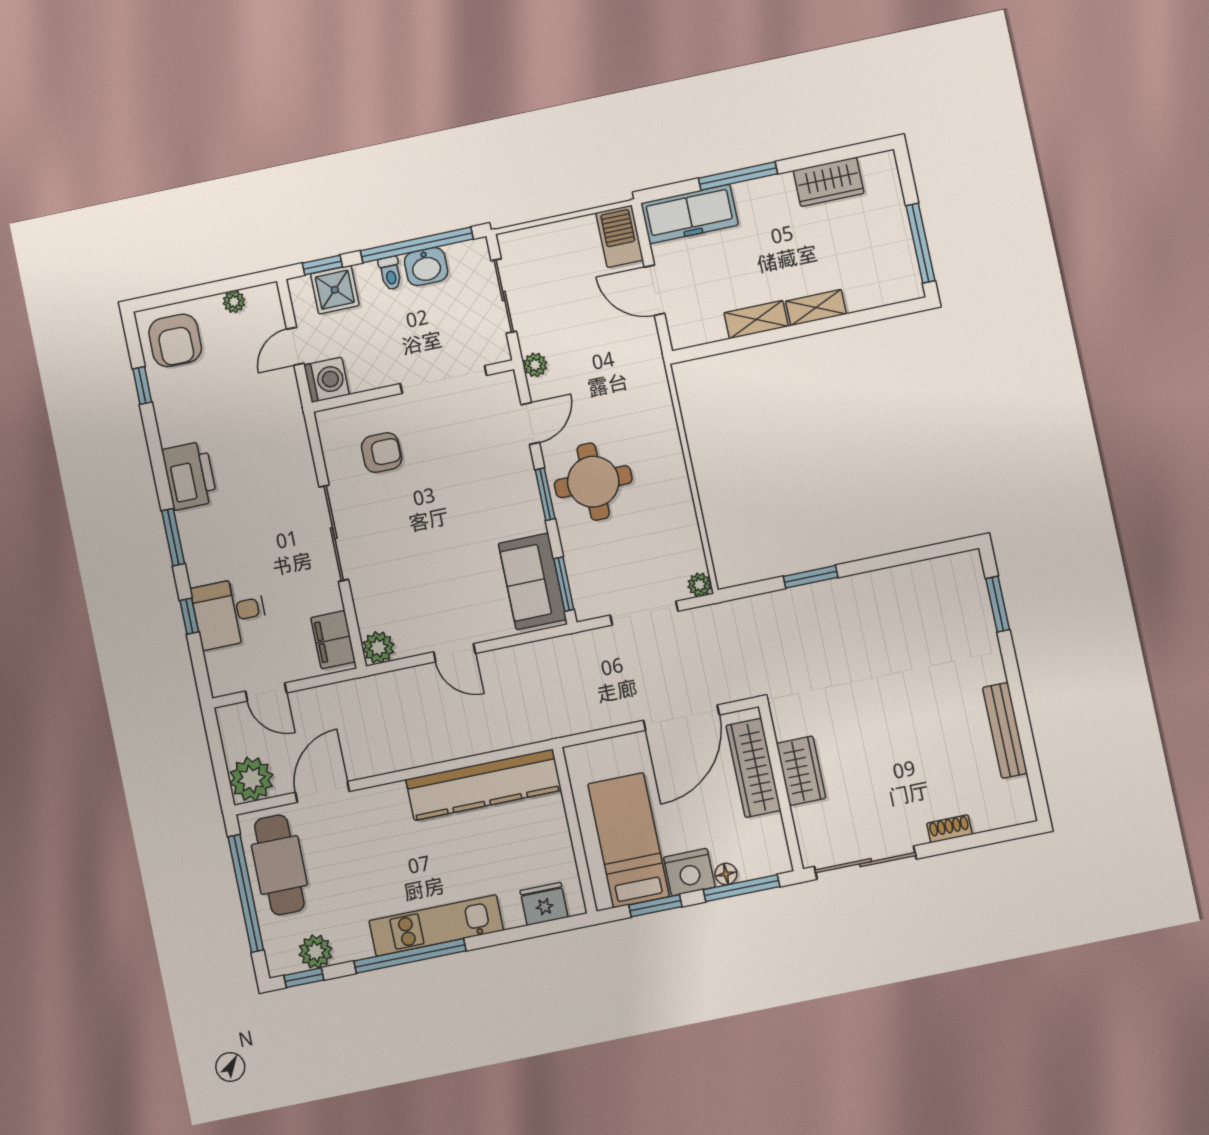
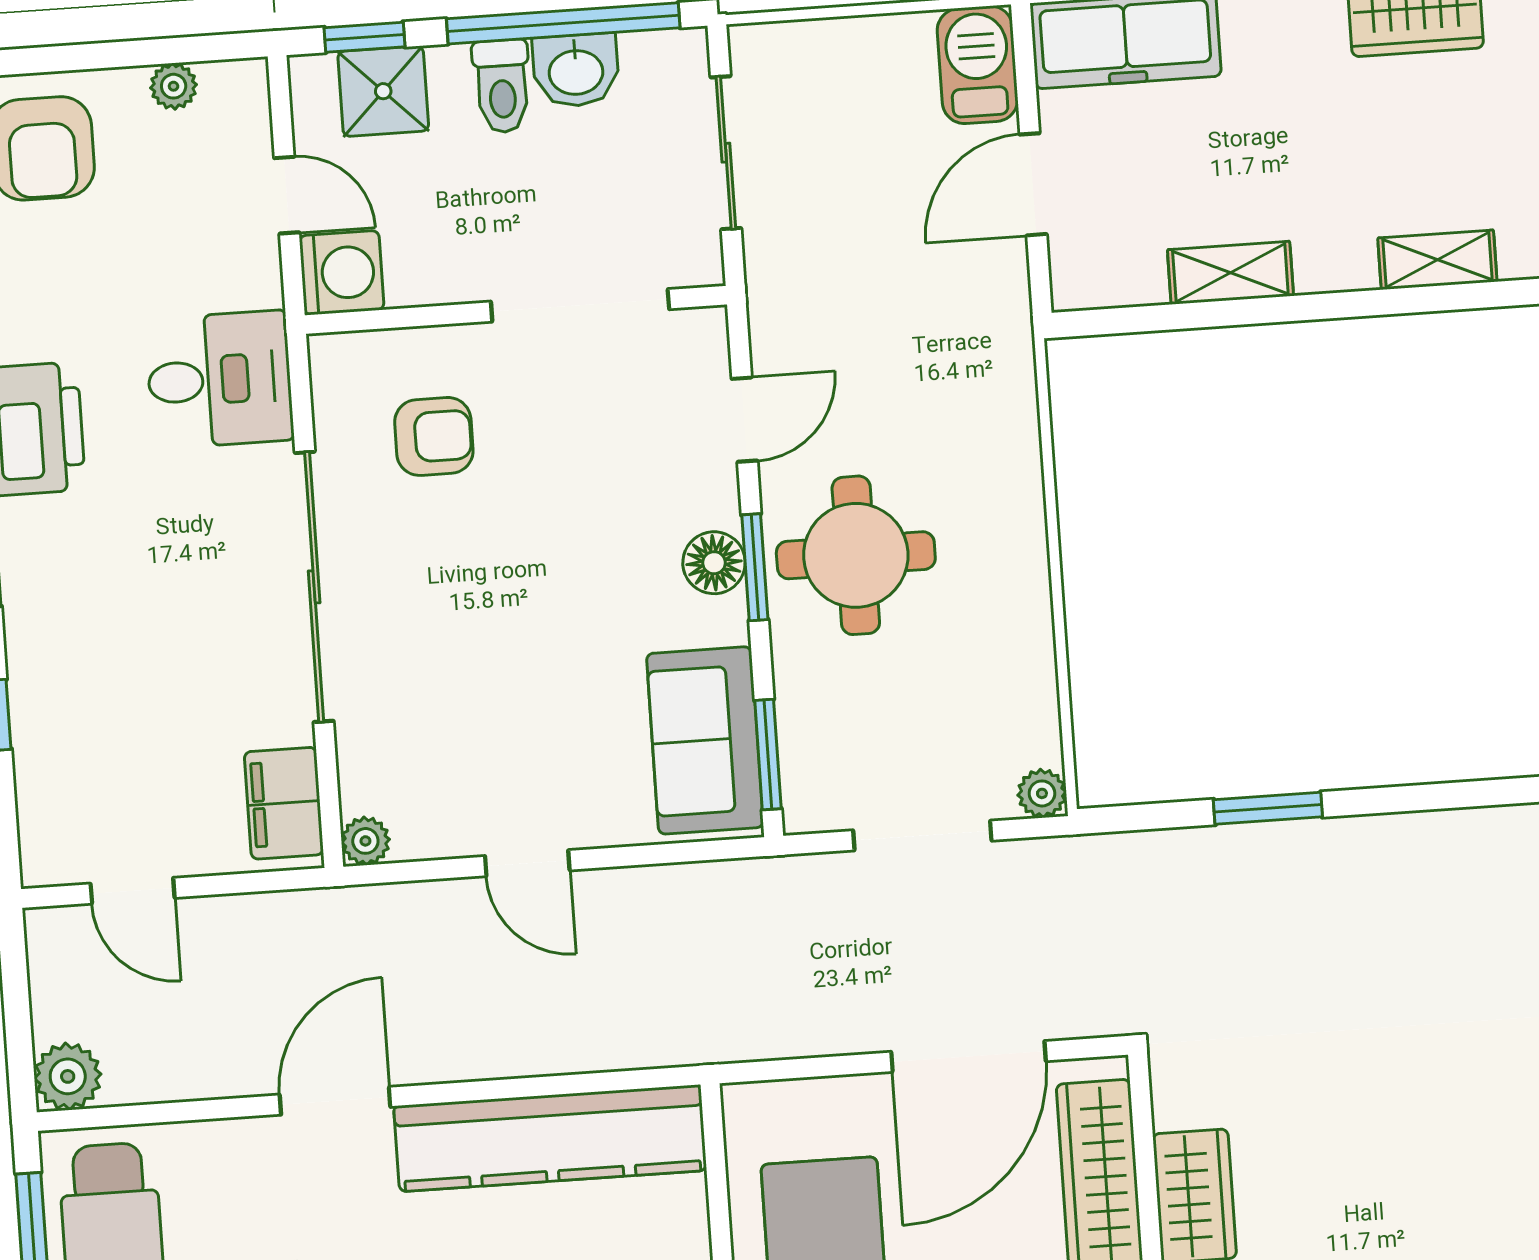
toilet: (390, 273) -> (502, 86), width x1.37, depth x1.39
door: (654, 290) -> (1033, 184), hinge flipped
shelving: (816, 308) -> (1437, 260), moved
door: (295, 346) -> (287, 195), swing flipped
plant: (535, 365) -> (770, 302), removed
floor lamp: (525, 495) -> (714, 563), added
sliding door: (334, 533) -> (314, 587), width x1.36
desk: (230, 613) -> (220, 379), moved, turned 180
plant: (378, 647) -> (365, 841), width x0.73, depth x0.73
plant: (251, 779) -> (68, 1076), width x0.73, depth x0.73
door: (322, 792) -> (335, 1101), moved

